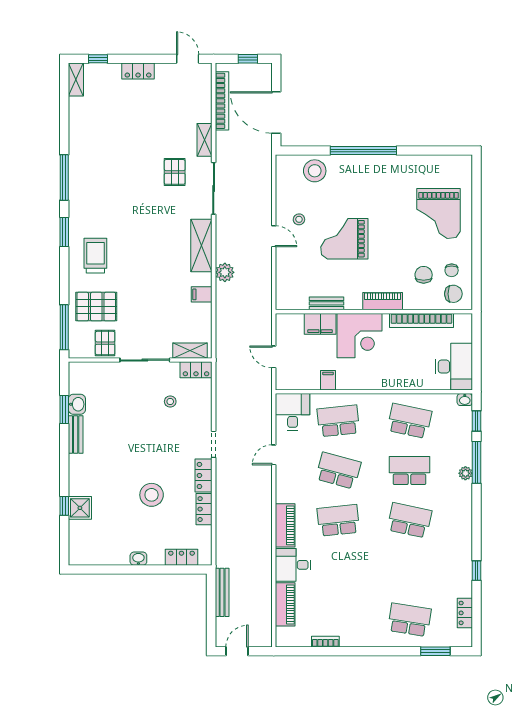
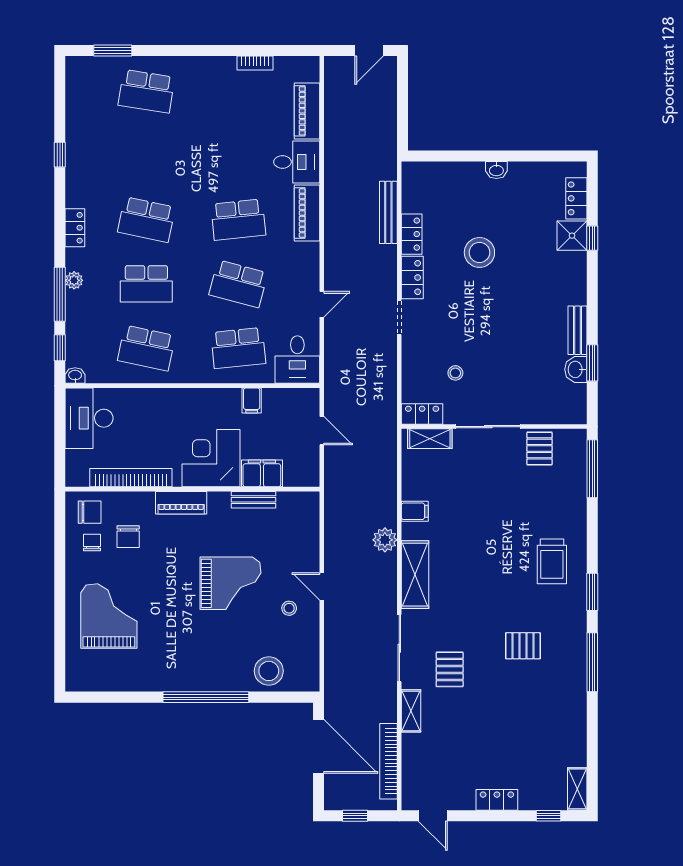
chair: (453, 294) -> (90, 512), turned 180
pallet: (96, 307) -> (523, 646), moved, width x0.67, depth x0.71
locker: (181, 557) -> (576, 198), moved, turned 90
bench: (222, 592) -> (388, 212), moved
locker: (465, 613) -> (75, 228), moved

